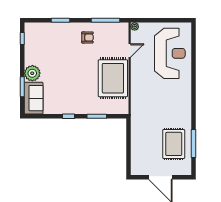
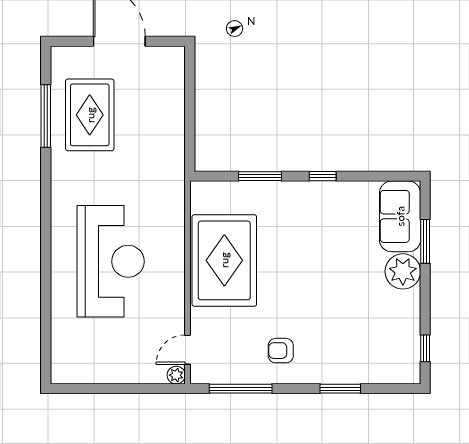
door: (130, 51) -> (187, 350), moved
reception desk: (170, 53) -> (111, 261), moved, turned 180

